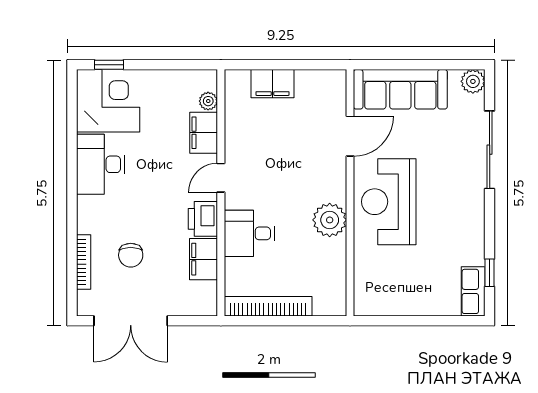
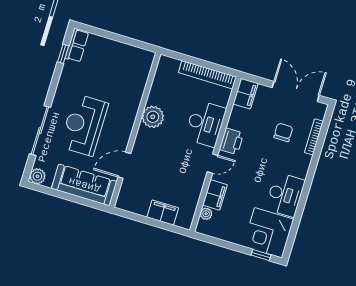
reception desk: (389, 202) -> (84, 125), moved, turned 180
desk: (249, 233) -> (205, 124), width x1.37
filing cabinet: (204, 259) -> (246, 94), moved

